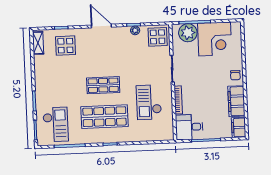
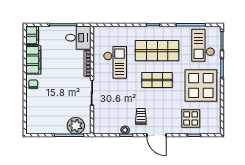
display table: (158, 37) -> (201, 86), moved, width x1.86, depth x1.86
corner desk: (215, 39) -> (51, 119), removed
shelving: (38, 43) -> (216, 122), removed
trolley: (119, 46) -> (141, 116), added

